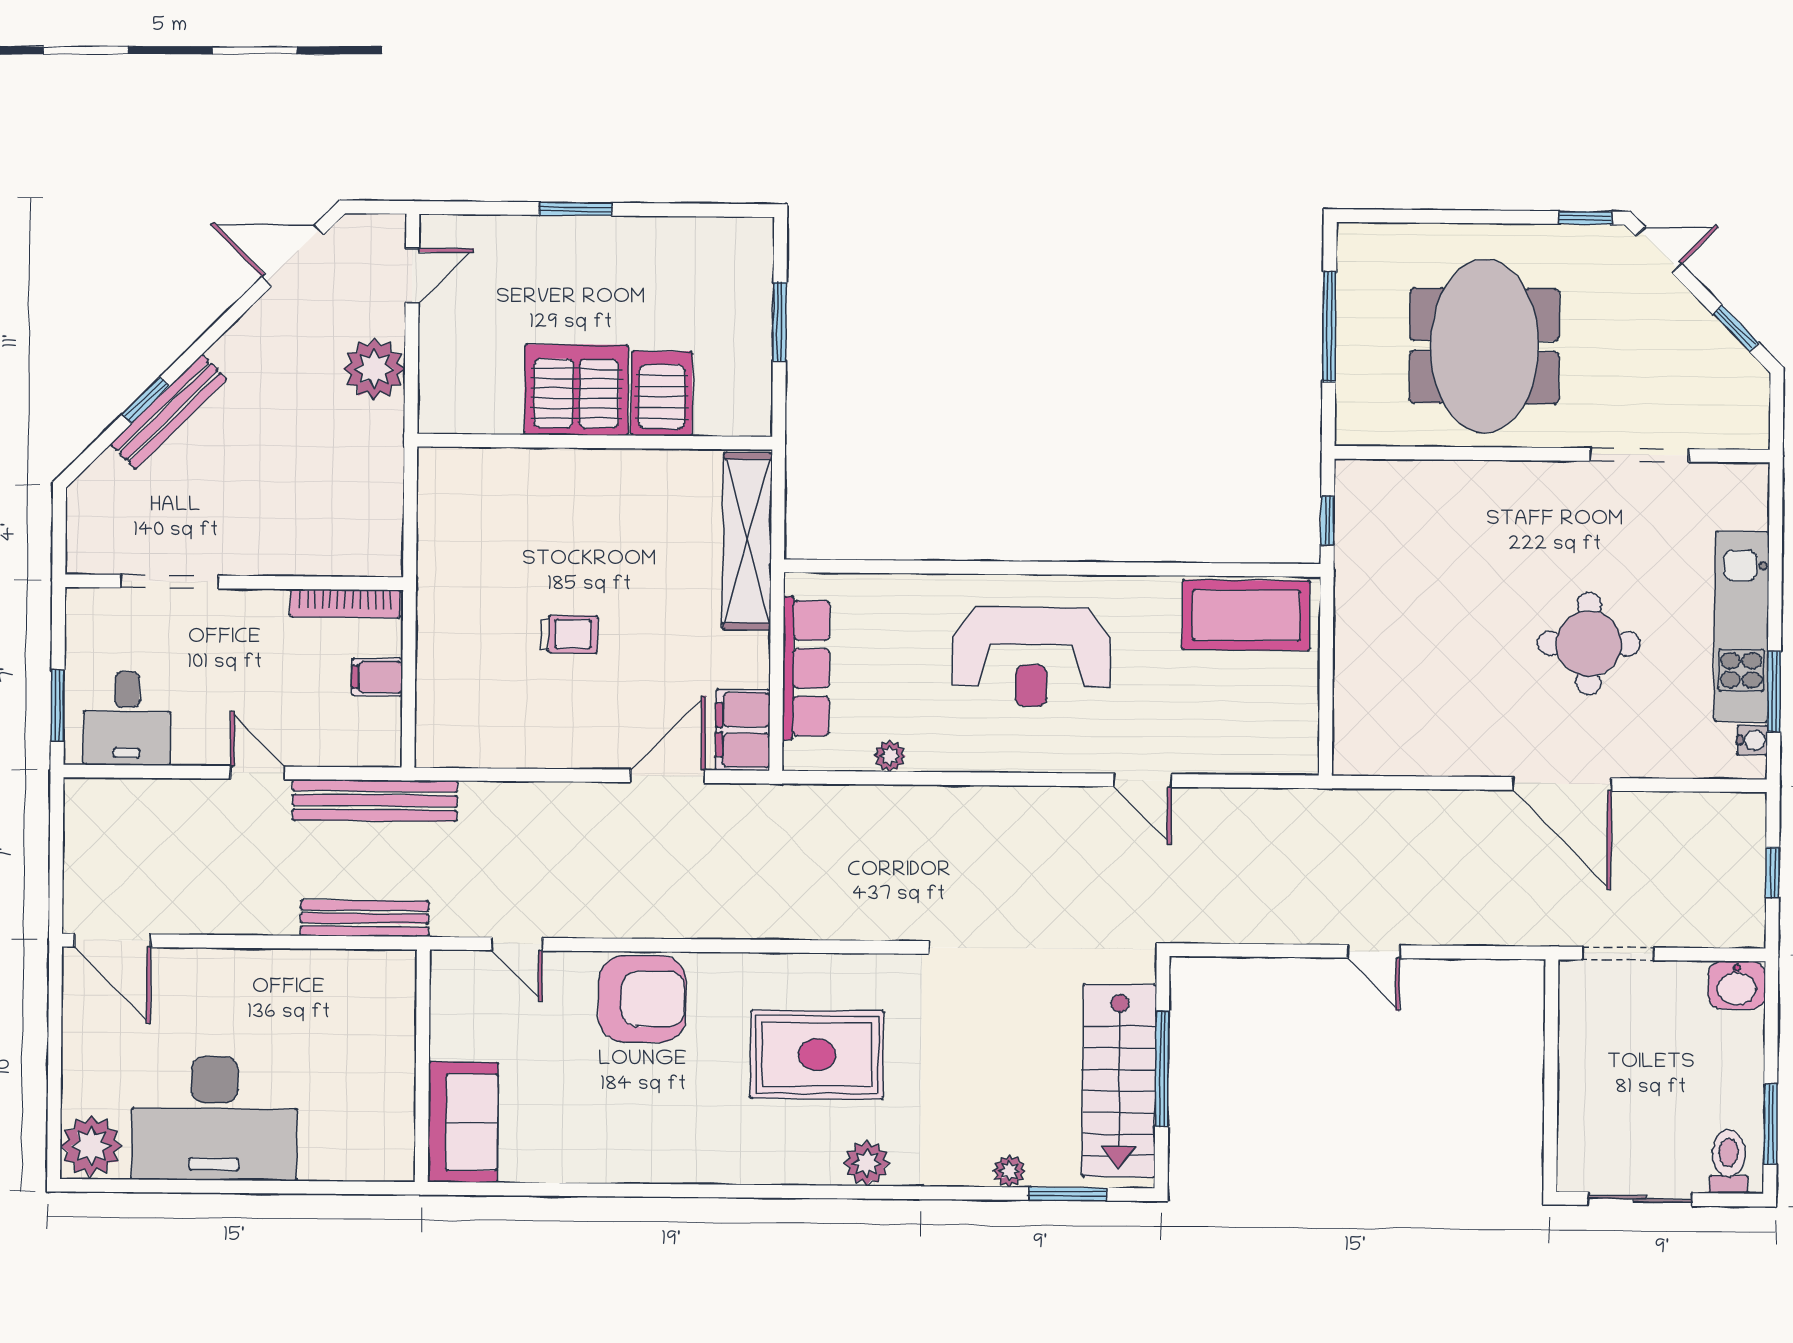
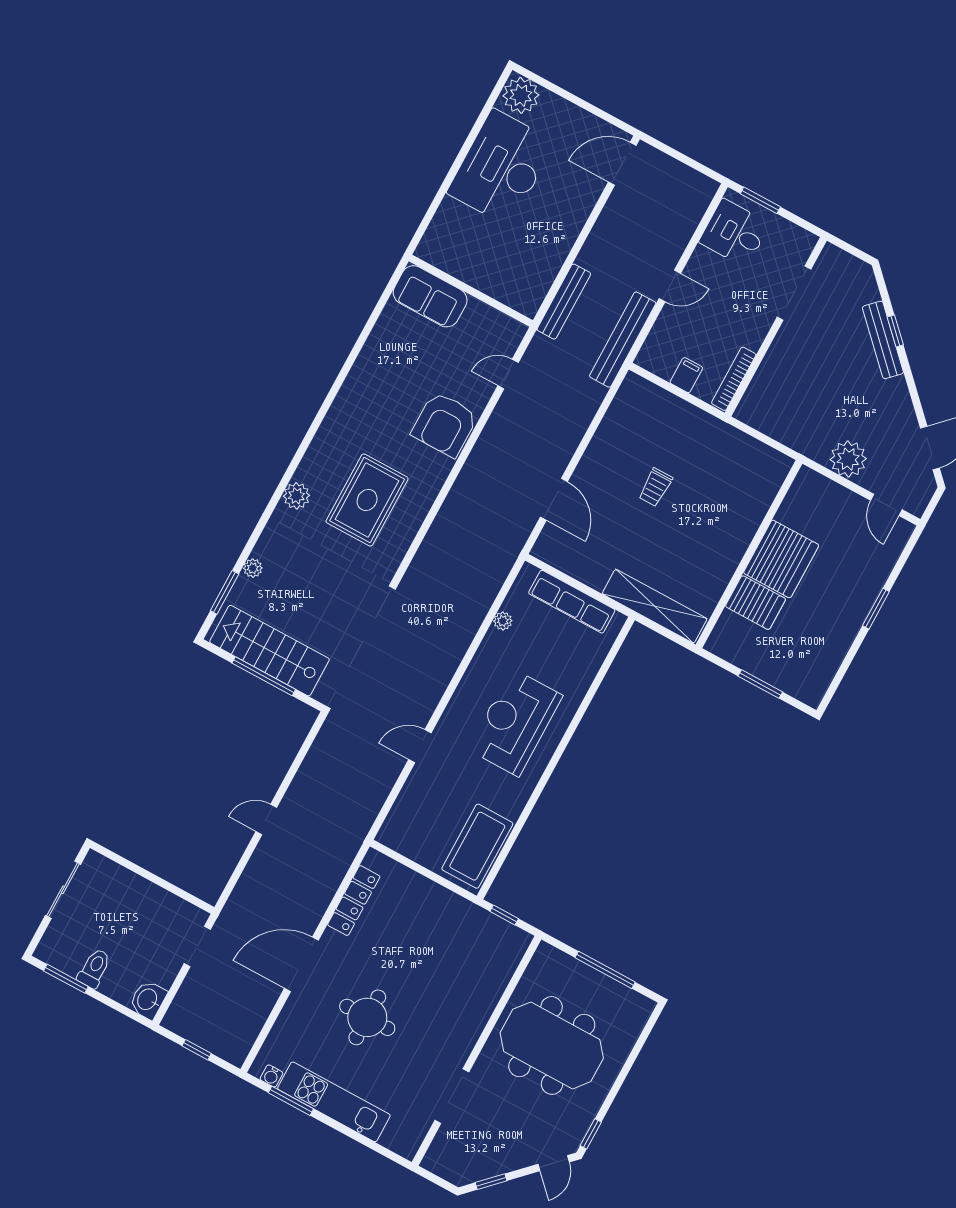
filing cabinet: (743, 730) -> (557, 551), removed
locker: (1425, 757) -> (354, 901), added
toilet: (1729, 1162) -> (94, 968), moved, turned -90

